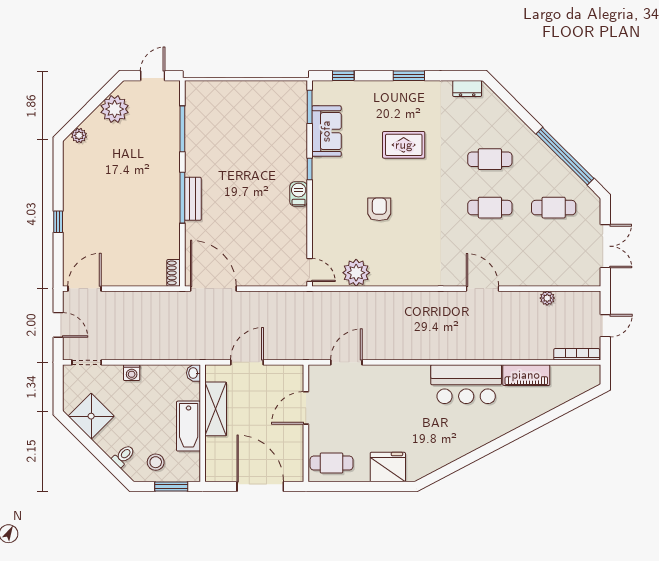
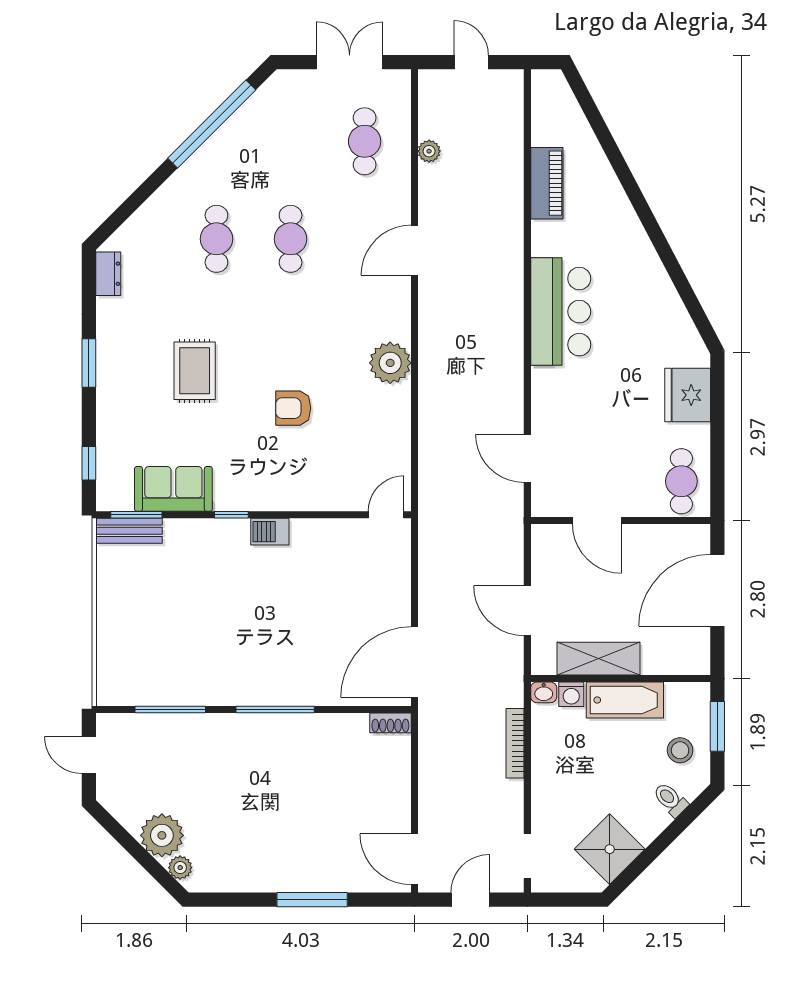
plant: (115, 109) -> (162, 835), moved
bench: (193, 199) -> (129, 531), moved
cafe table: (554, 208) -> (365, 141), moved
window: (58, 222) -> (312, 900), width x2.17
plant: (356, 273) -> (390, 363), moved
bookcase: (577, 354) -> (515, 743), moved
washing machine: (132, 373) -> (571, 694), moved, turned 90
bar counter: (466, 384) -> (561, 312), moved

